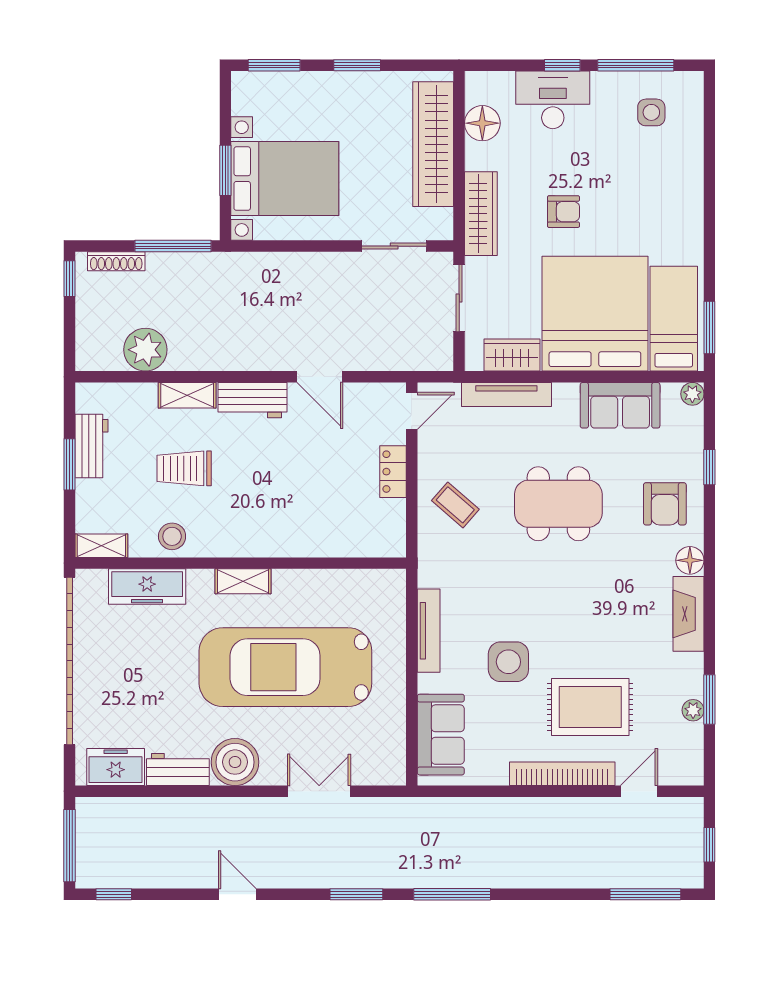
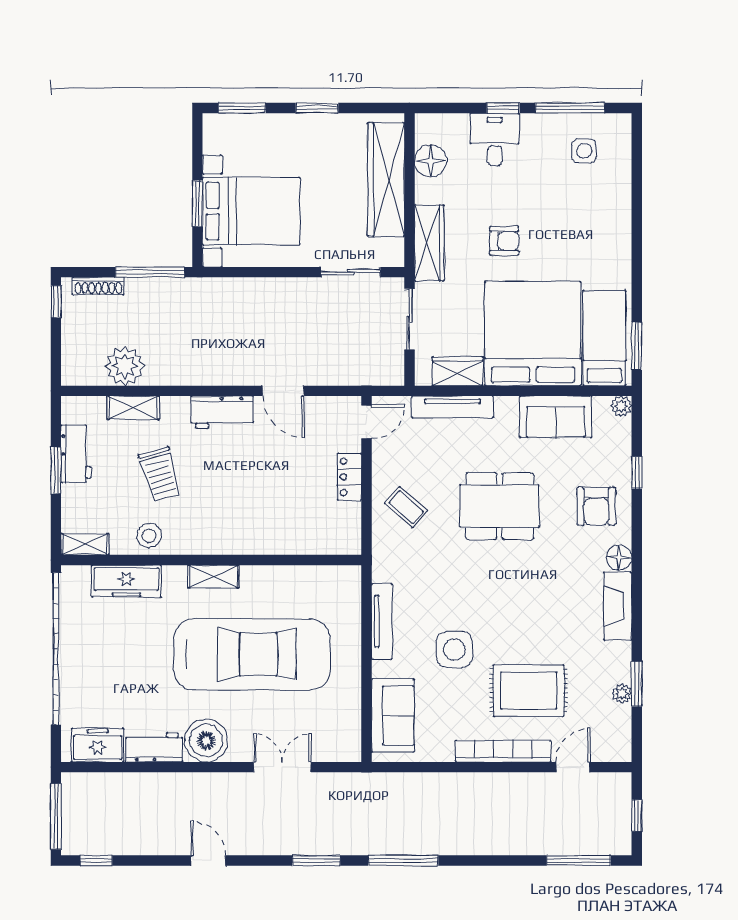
desk: (553, 100) -> (495, 139), width x0.73
shelving: (187, 395) -> (133, 408), moved
trolley: (184, 468) -> (160, 474), turned -106
car: (285, 667) -> (252, 654), turned 180

